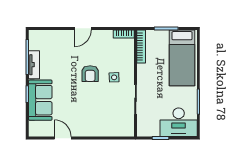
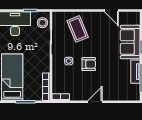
armchair: (90, 74) -> (89, 64), turned 90
coffee table: (103, 116) -> (78, 29), added
stool: (146, 123) -> (42, 23), added

